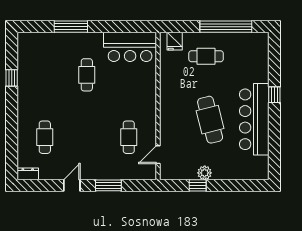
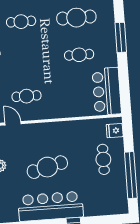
cafe table: (45, 75) -> (76, 18), added

